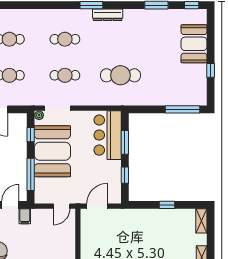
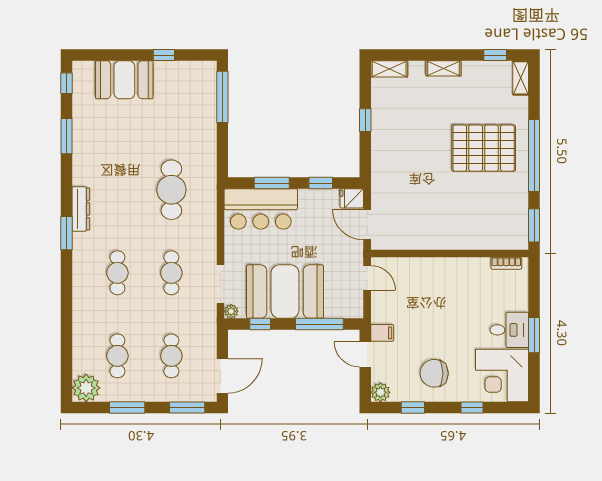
fridge: (115, 196) -> (352, 198), added

